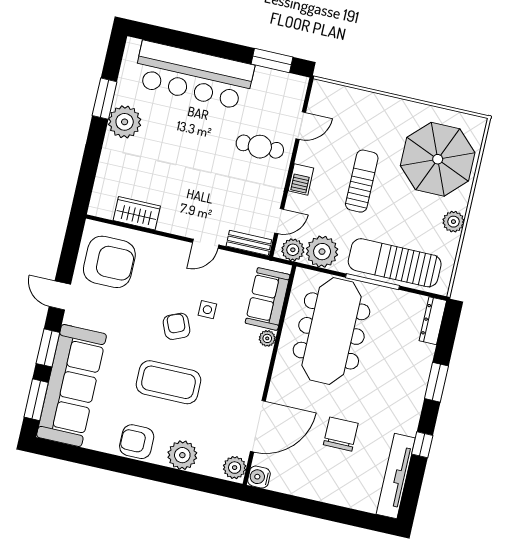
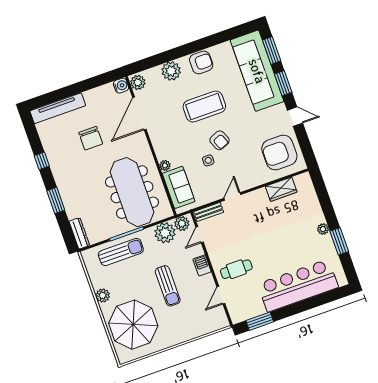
plant: (125, 122) -> (323, 229), width x0.53, depth x0.53
sun lounger: (395, 263) -> (121, 252), width x0.73, depth x0.75
tv unit: (396, 476) -> (58, 108), moved, turned 90

